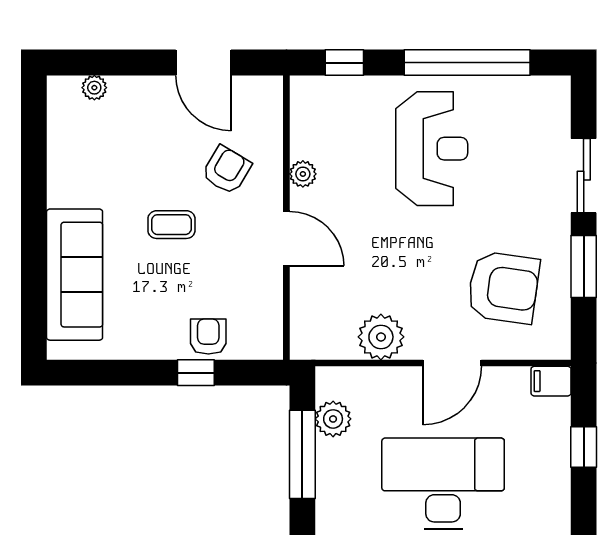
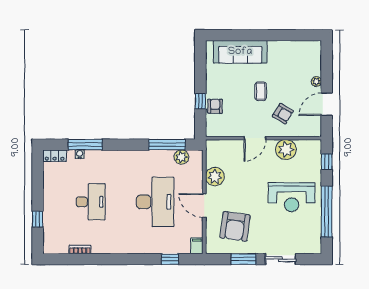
plant: (94, 88) -> (316, 81), moved
plant: (303, 174) -> (286, 149), width x1.88, depth x1.88
armchair: (208, 337) -> (215, 106), turned -90

